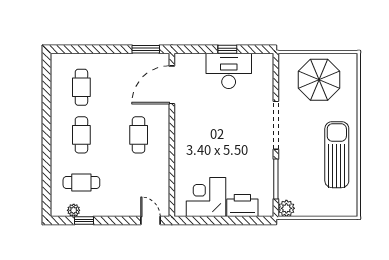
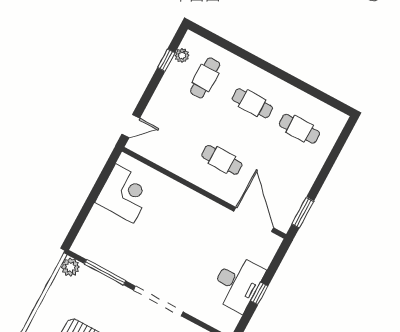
printer: (242, 206) -> (97, 225), removed

